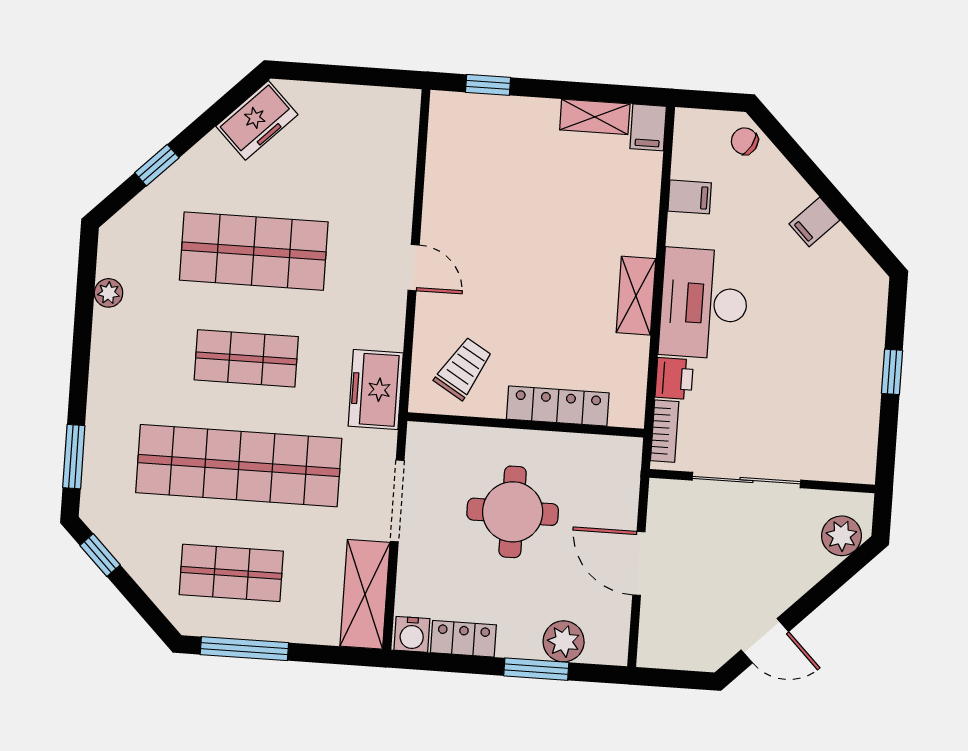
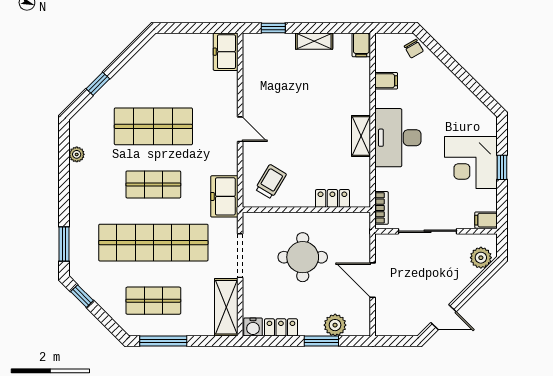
shelving: (595, 117) -> (314, 41), moved
freezer: (257, 120) -> (226, 52), moved, turned 135
chair: (745, 141) -> (414, 49), turned -149
filing cabinet: (814, 222) -> (486, 220), moved, turned 45
corner desk: (835, 359) -> (471, 163), added
printer: (674, 378) -> (385, 179), removed
locker: (558, 406) -> (332, 198), width x0.66

